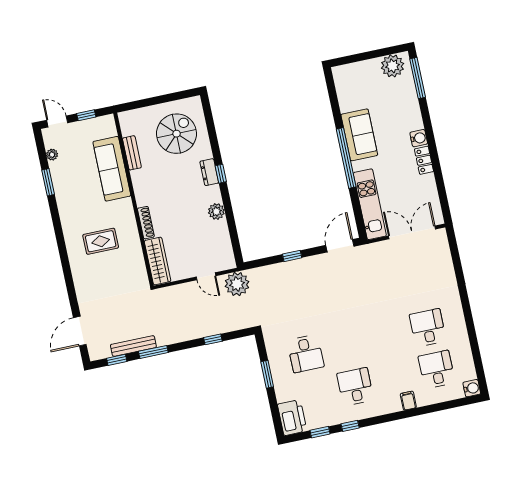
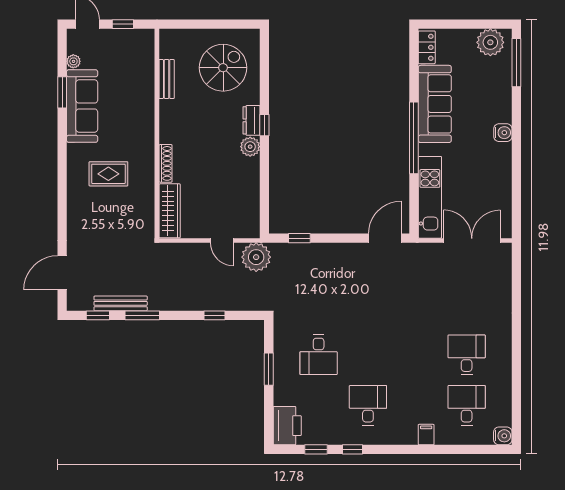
sofa: (359, 135) -> (435, 104), width x1.36
locker: (424, 160) -> (427, 47), moved, turned 180
sofa: (112, 169) -> (82, 106), moved, turned 180
plant: (216, 211) -> (250, 147), moved
window: (292, 256) -> (299, 238), moved

